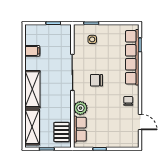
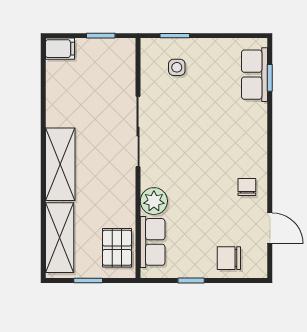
filing cabinet: (32, 51) -> (60, 49), moved
row of seats: (132, 57) -> (255, 75), width x0.50
chair: (96, 80) -> (229, 258), moved

